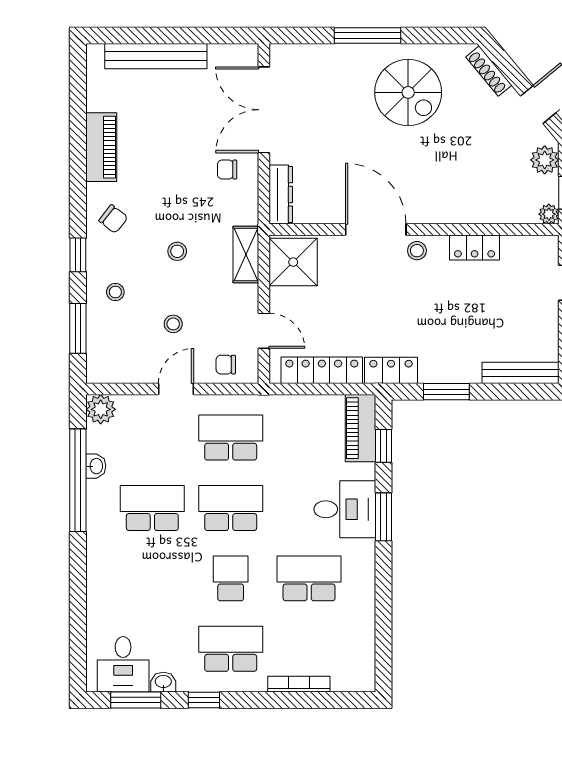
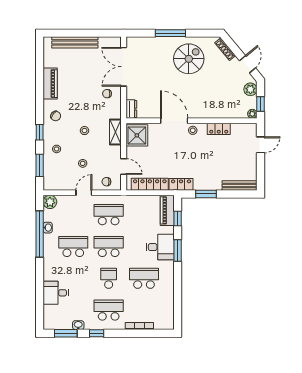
spiral stairs: (408, 92) -> (189, 59), turned -90
dresser: (281, 194) -> (131, 109), width x0.70
desk: (123, 664) -> (56, 293), moved, turned 90

